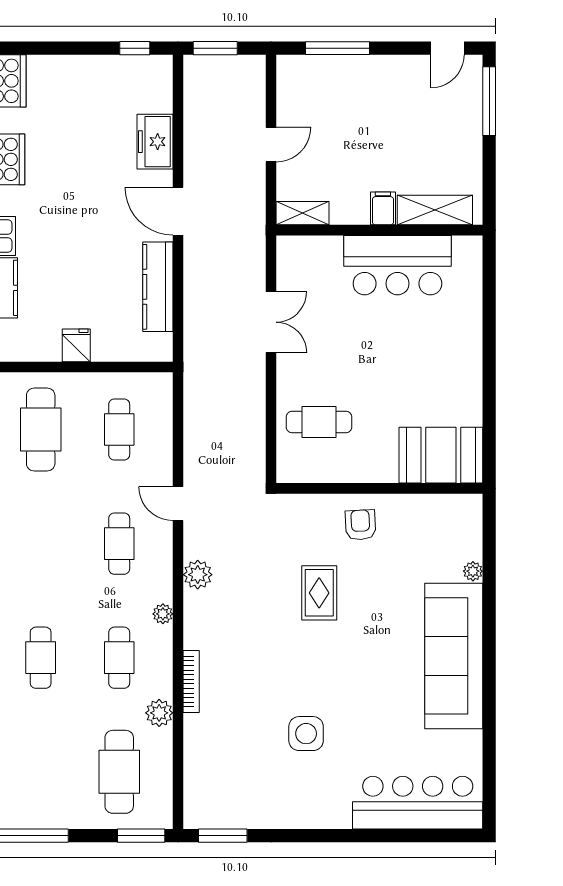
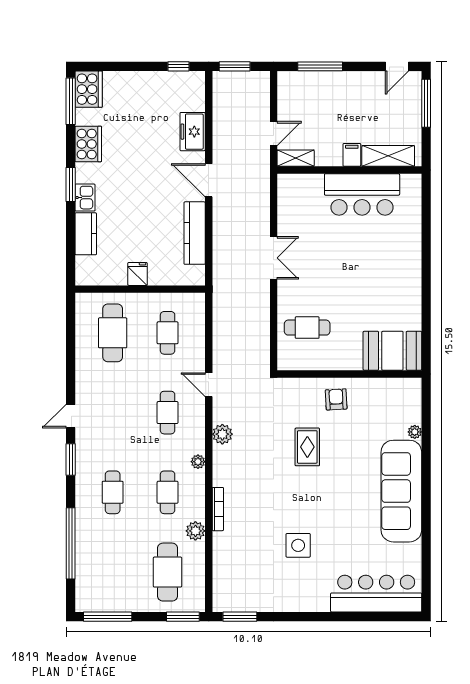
filing cabinet: (383, 208) -> (352, 155), moved
shelving: (435, 210) -> (388, 156), moved
shelving: (303, 213) -> (296, 158), moved
wall: (379, 230) -> (349, 170), moved
bar counter: (397, 265) -> (362, 194), moved

